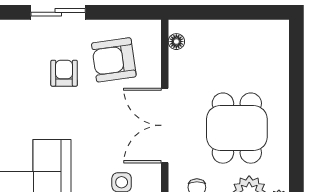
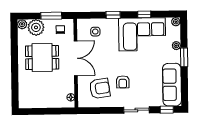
sliding door: (58, 12) -> (136, 110), moved
dining table: (237, 128) -> (42, 58), turned 90

